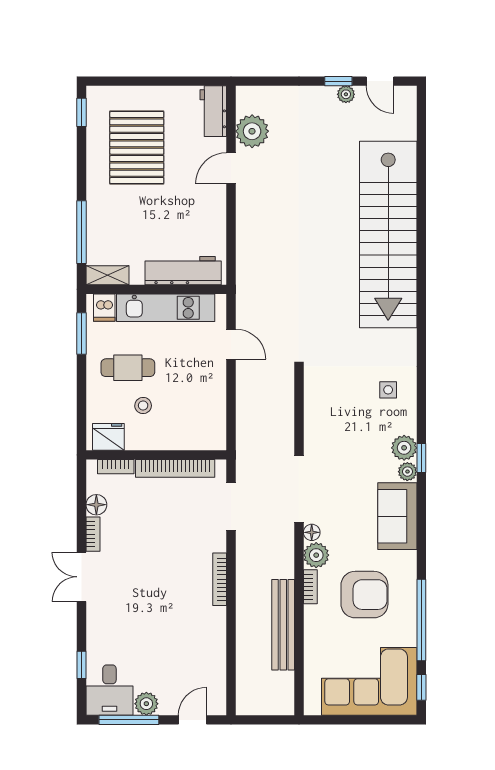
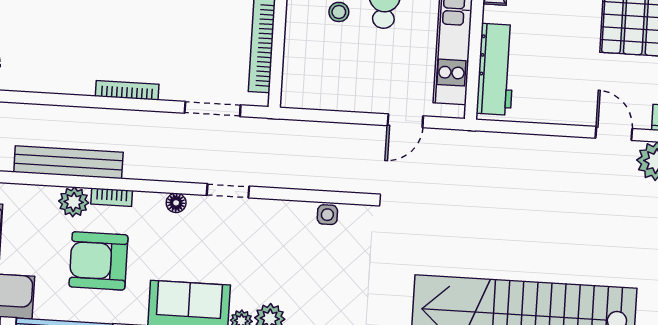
side table: (388, 390) -> (327, 215), moved
doorway: (299, 489) -> (228, 191), width x0.53
plant: (316, 555) -> (74, 202), moved
armchair: (364, 595) -> (98, 261), turned 90

